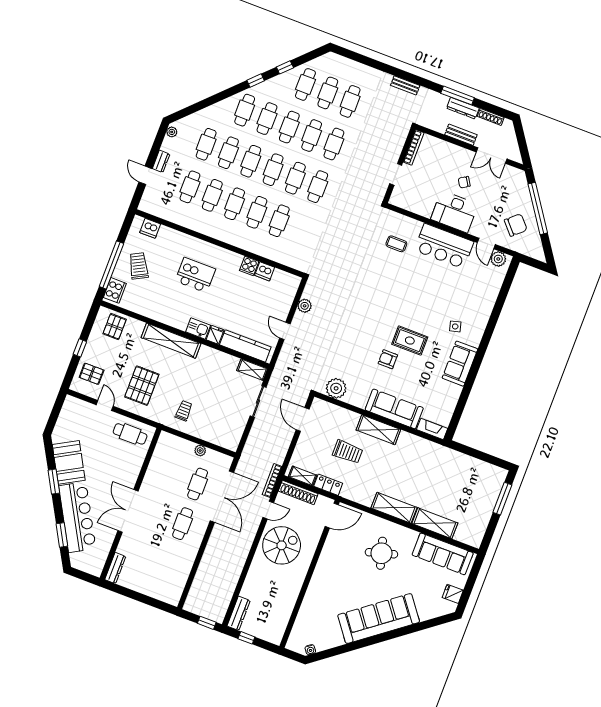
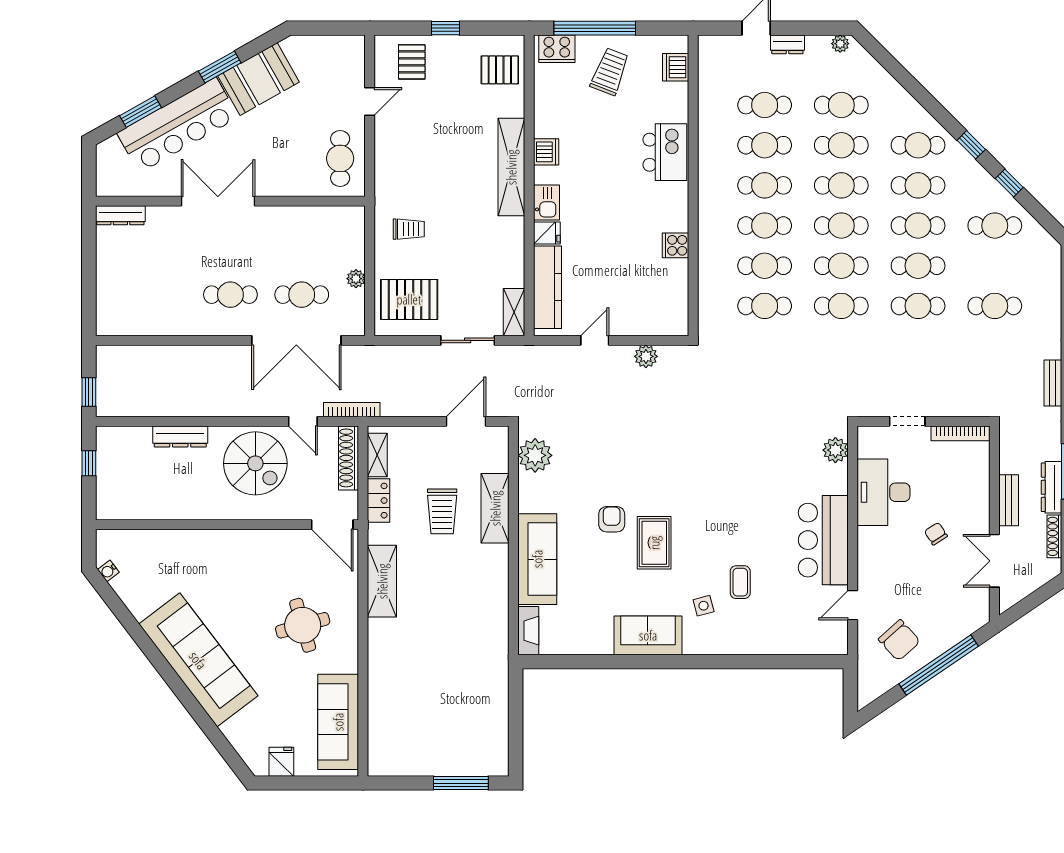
cafe table: (328, 93) -> (765, 306), moved
desk: (454, 212) -> (884, 492), moved
coffee table: (396, 244) -> (740, 582), moved
plant: (498, 259) -> (835, 450), moved
trolley: (139, 266) -> (610, 72), turned -41
dishwasher: (265, 271) -> (546, 152), moved, turned 180
kitchen island: (195, 275) -> (665, 152), moved
pallet: (142, 386) -> (409, 299), moved
shelving: (378, 430) -> (495, 508), moved
shelving: (394, 508) -> (382, 581), moved
shelving: (435, 523) -> (382, 691), removed
dresser: (239, 613) -> (180, 436), moved

